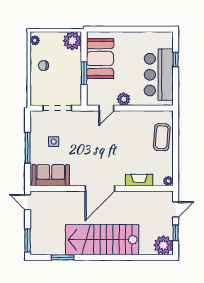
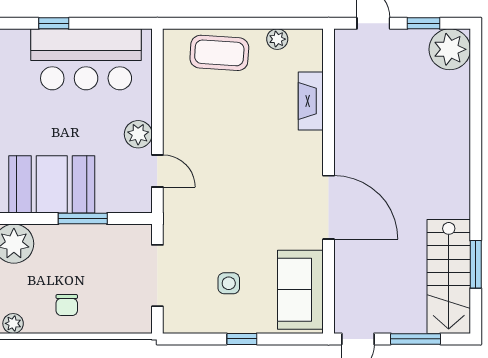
window: (28, 148) -> (242, 339), width x0.46
plant: (168, 181) -> (277, 39), moved
door: (100, 188) -> (329, 207), moved
window: (28, 240) -> (416, 339), moved
stairs: (102, 240) -> (449, 276), moved, width x0.73, depth x0.66

